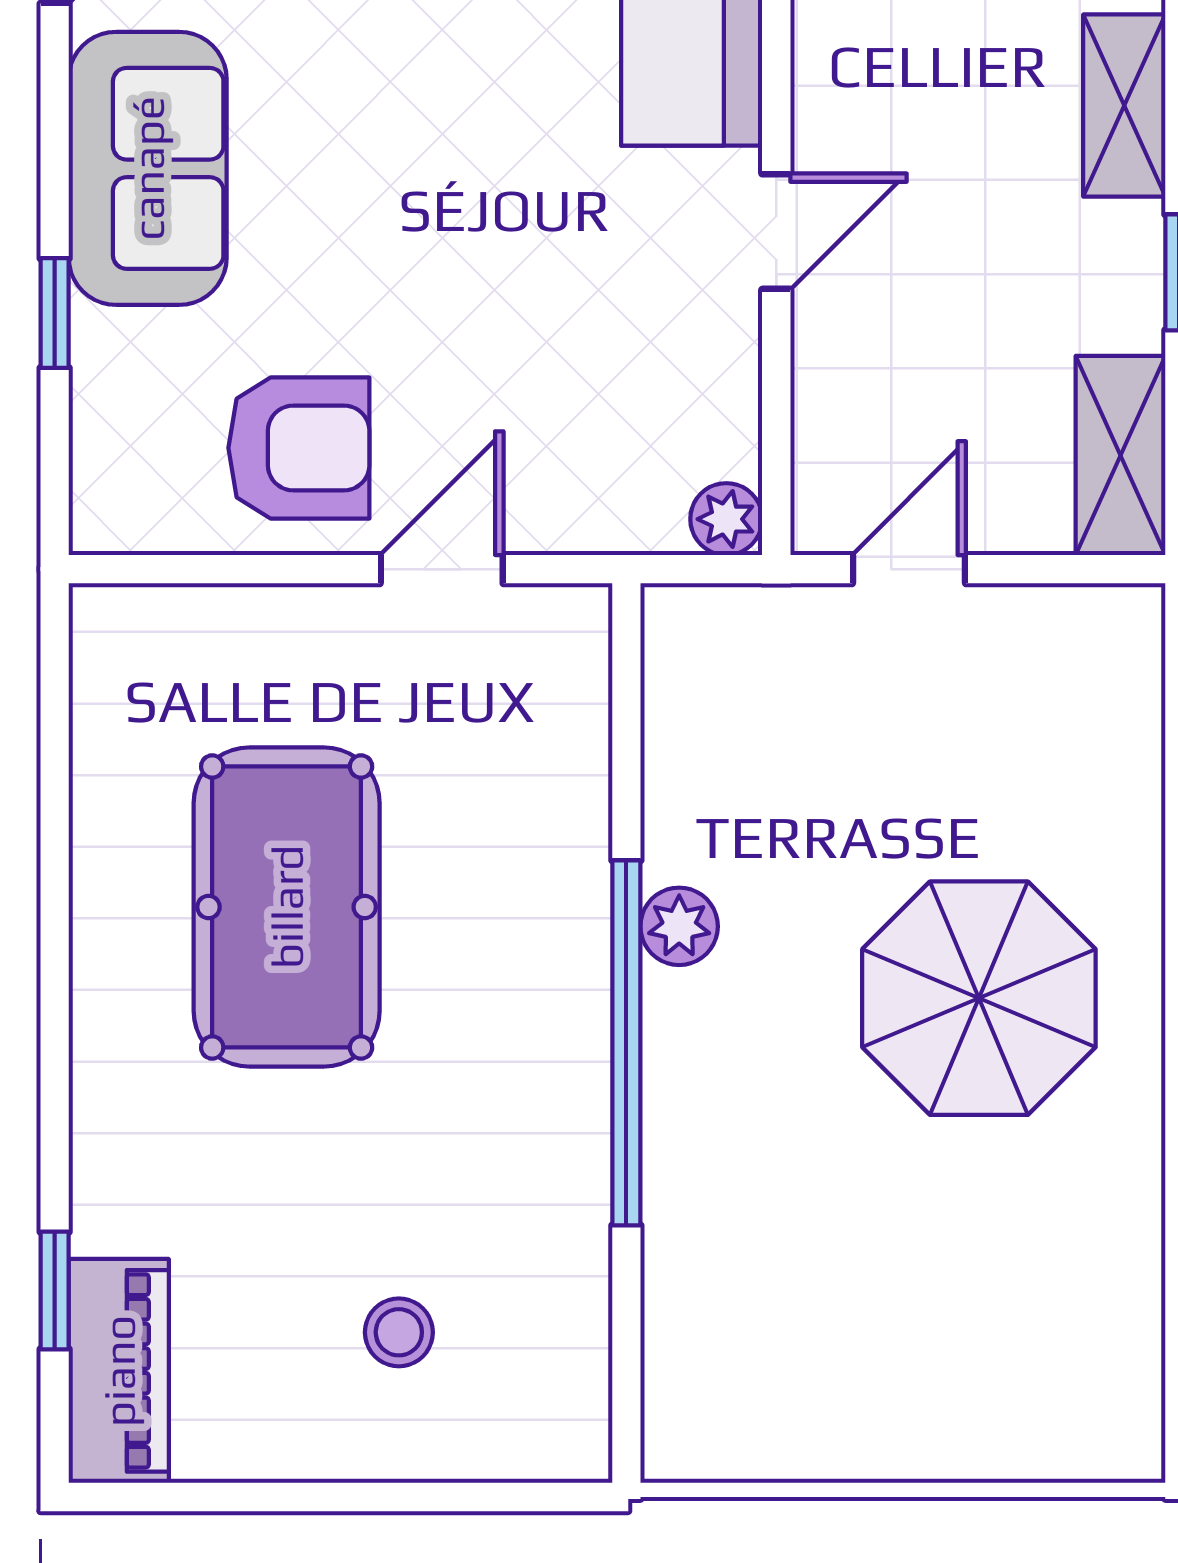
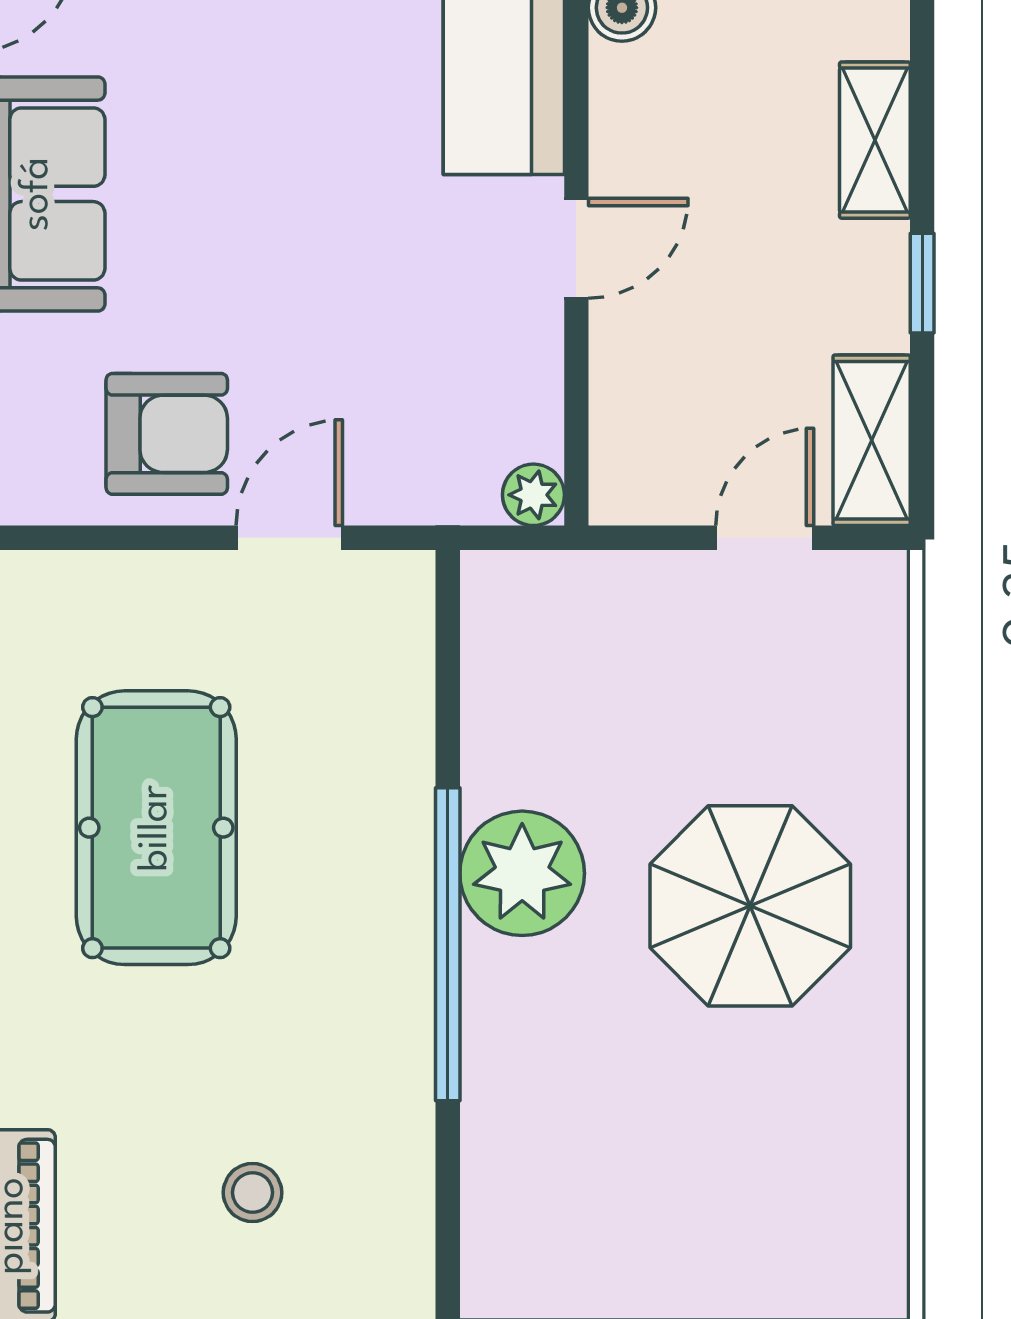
door: (909, 569) -> (765, 538), moved
plant: (679, 926) -> (522, 873), width x1.87, depth x1.87

